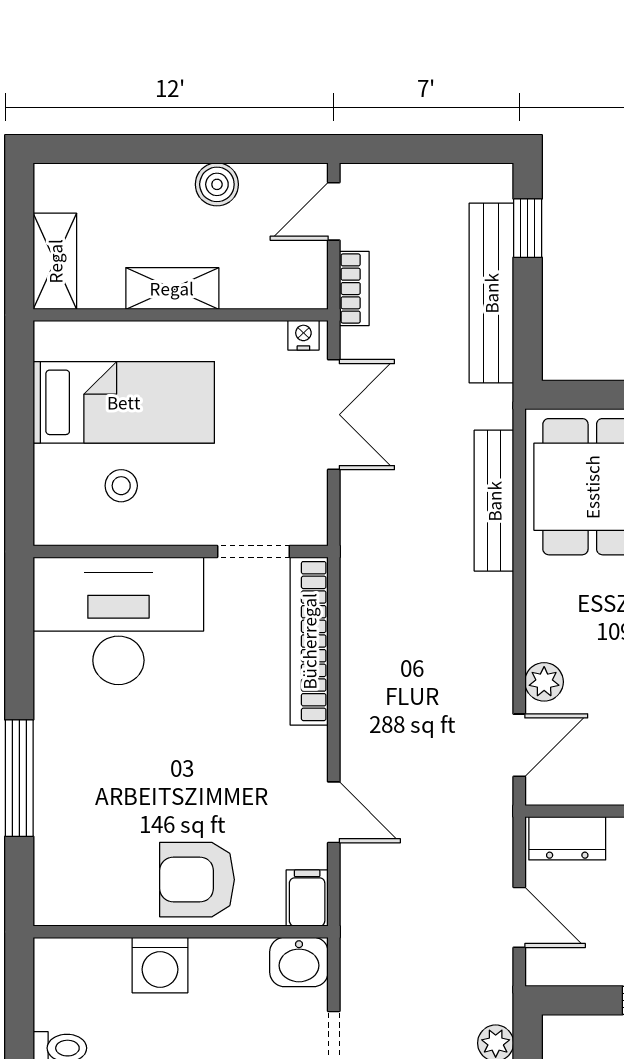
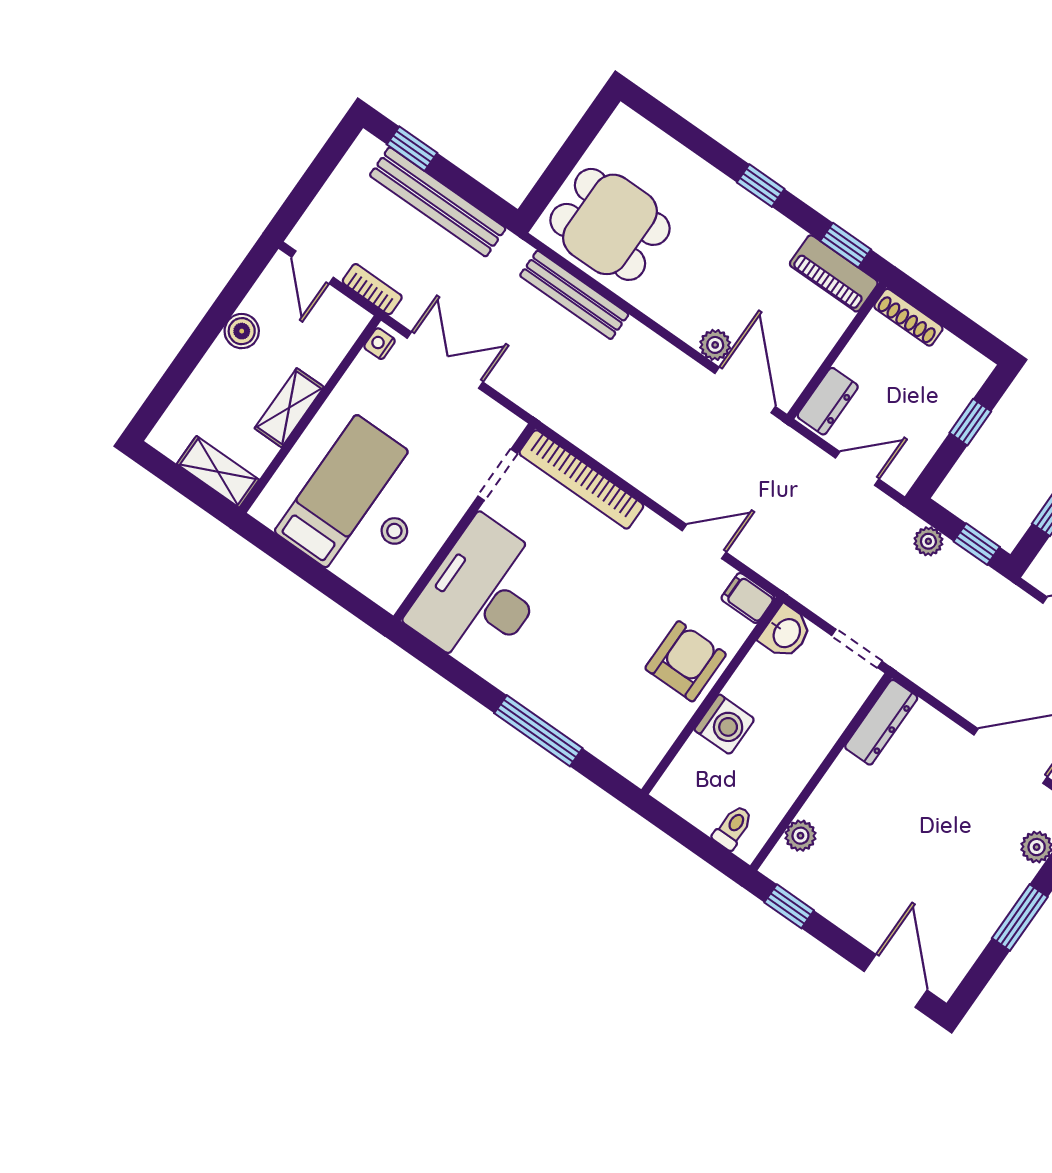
door: (519, 745) -> (745, 390), width x1.38
armchair: (197, 880) -> (686, 661), turned 180

